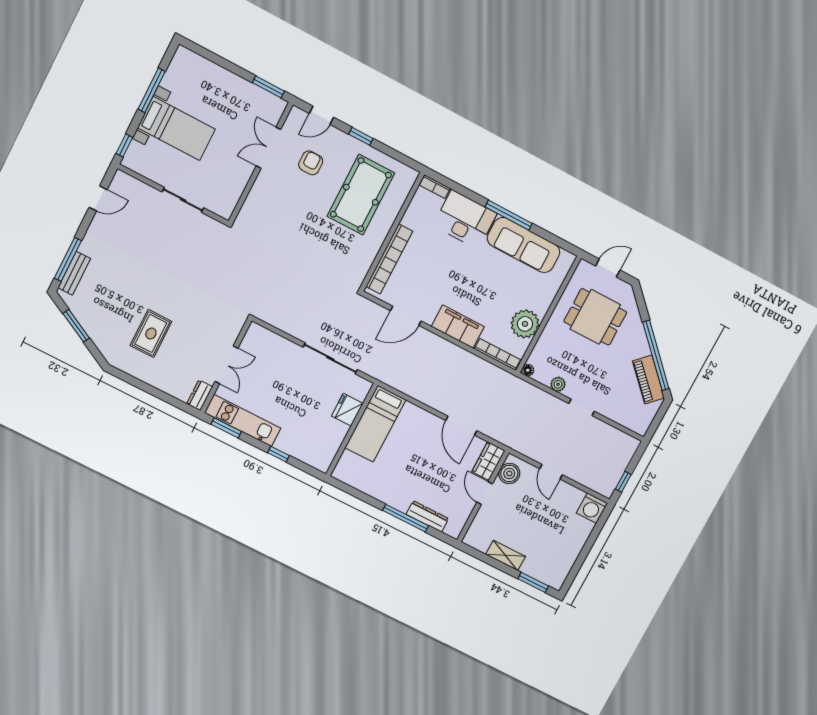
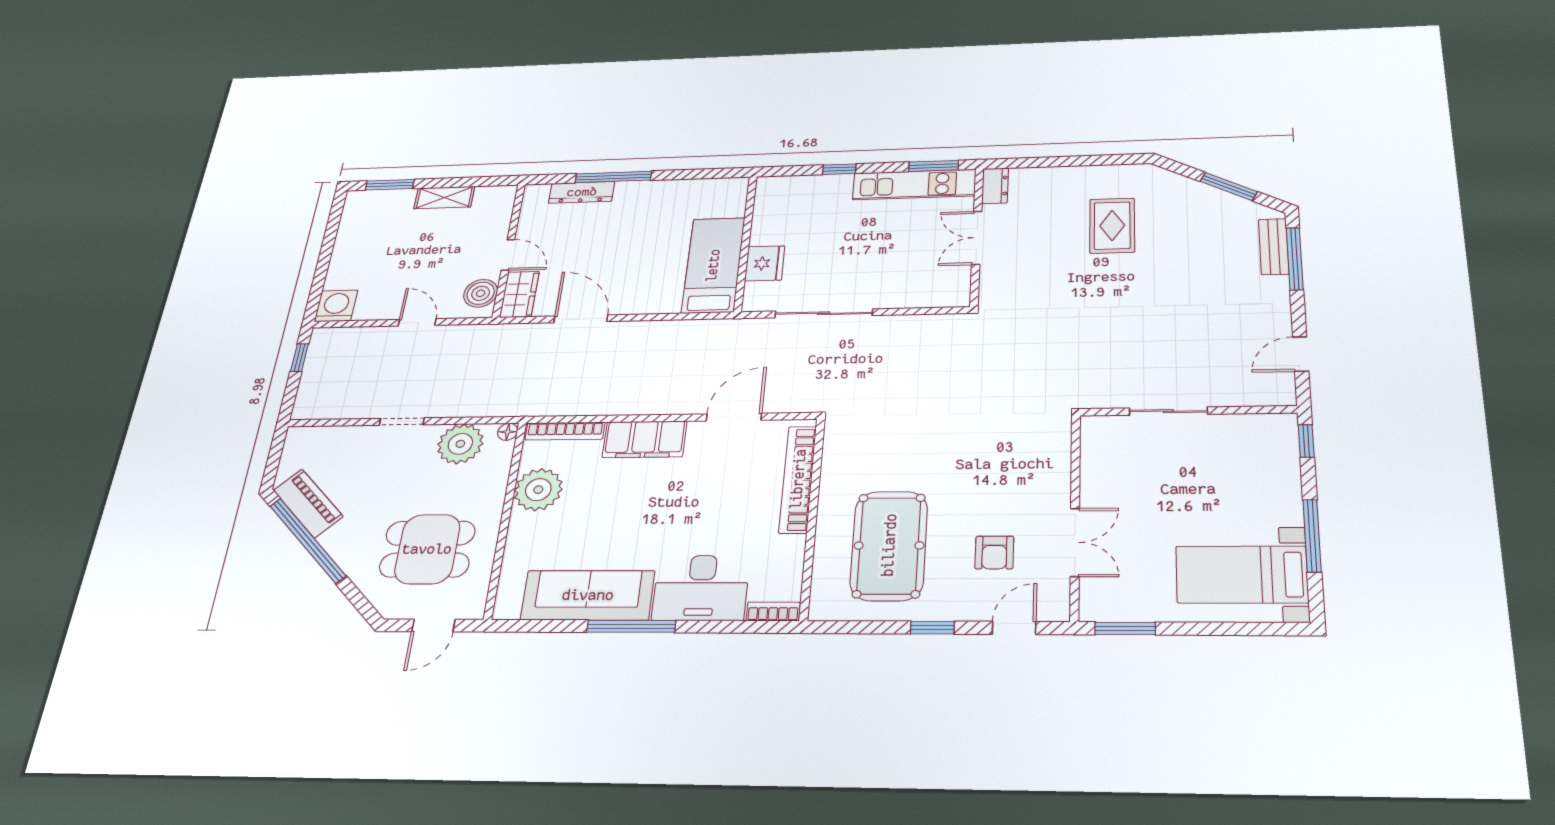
bed with nightstands: (176, 128) -> (1242, 574), moved
plant: (558, 384) -> (460, 444), width x1.88, depth x1.88

